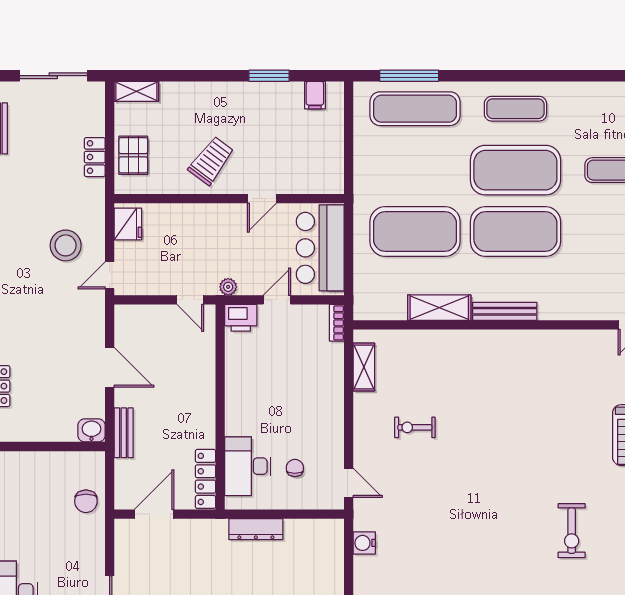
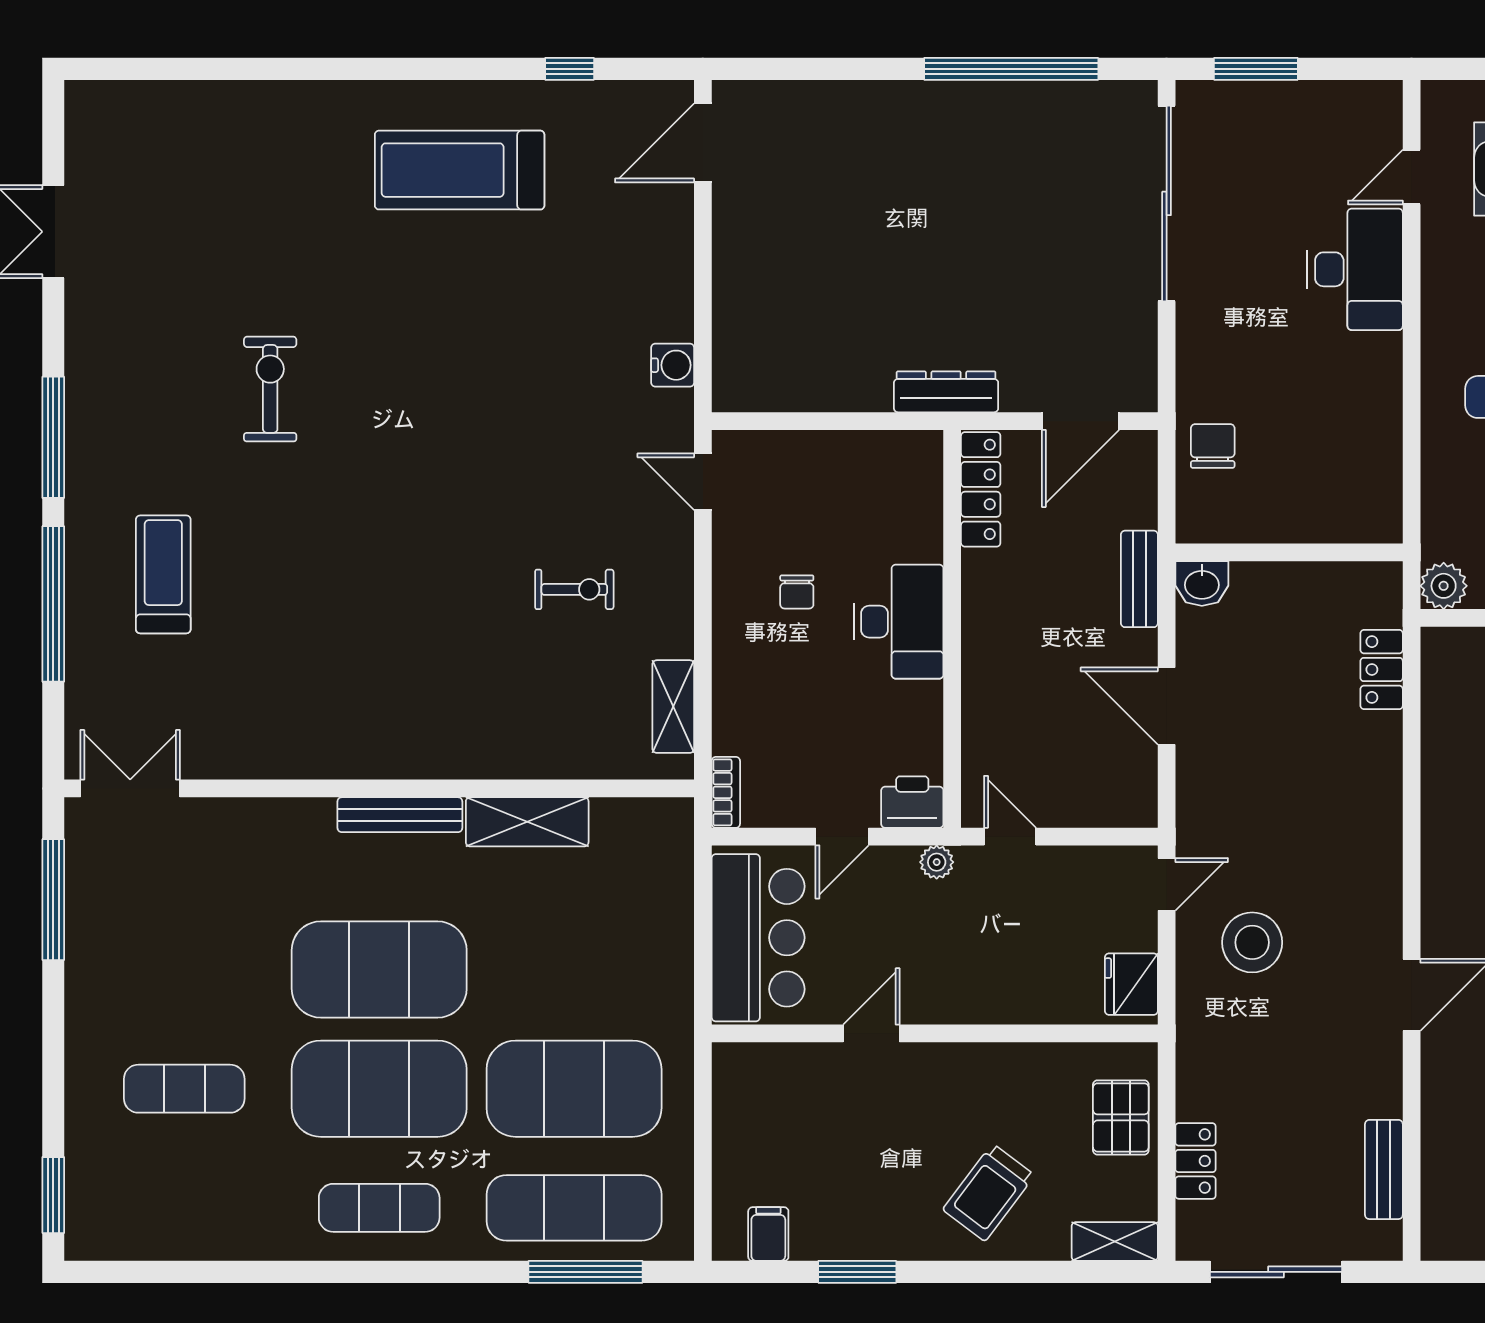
locker: (95, 157) -> (1195, 1161), moved
trolley: (211, 161) -> (989, 1192), moved
exercise mat: (415, 232) -> (574, 1089), moved
desk: (248, 466) -> (899, 622), moved
chair: (295, 468) -> (797, 592), moved
dresser: (256, 529) -> (946, 392), moved

